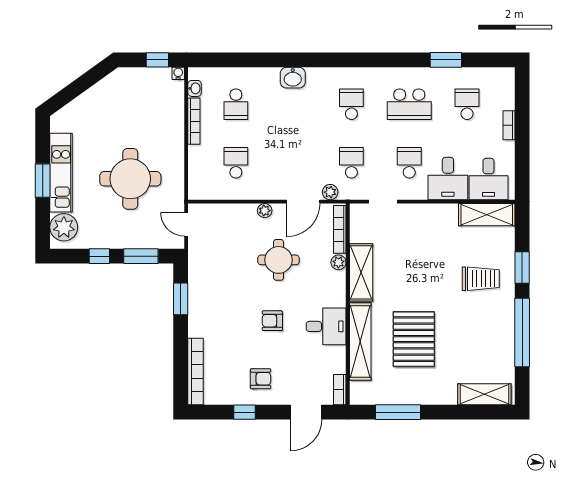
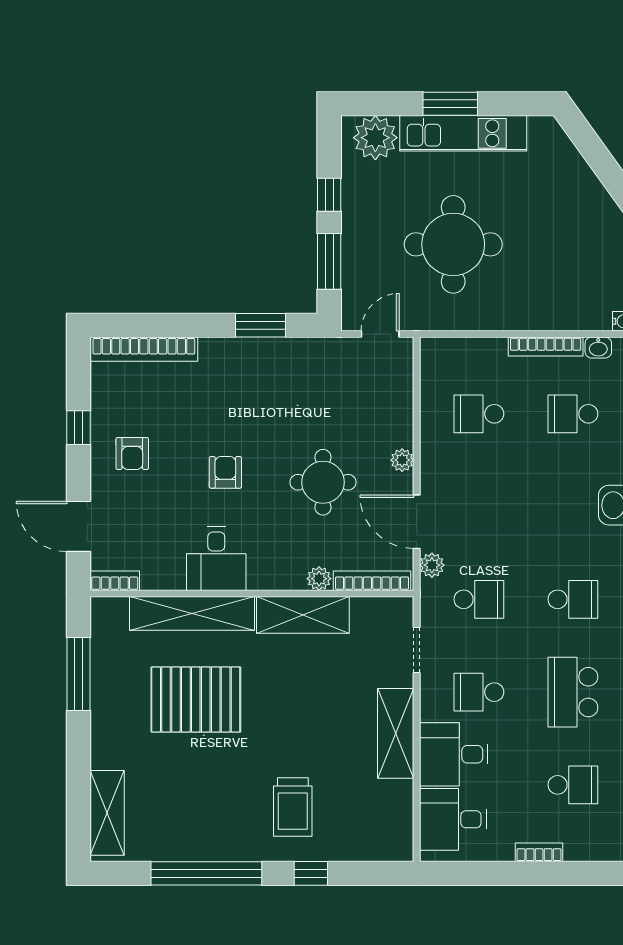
school desk: (236, 163) -> (479, 414), turned 180
school desk: (409, 163) -> (479, 692), turned 180
shelving: (487, 215) -> (396, 733), moved
window: (522, 267) -> (311, 873), width x0.67

